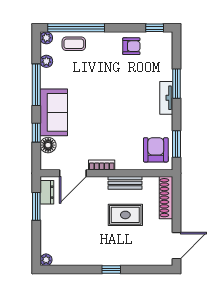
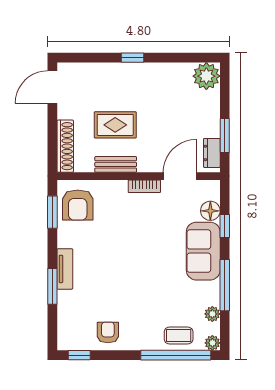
armchair: (131, 46) -> (108, 333), turned 90
plant: (46, 260) -> (206, 76), width x1.87, depth x1.87

